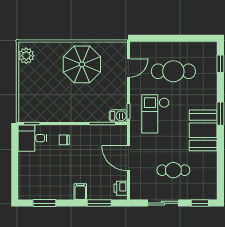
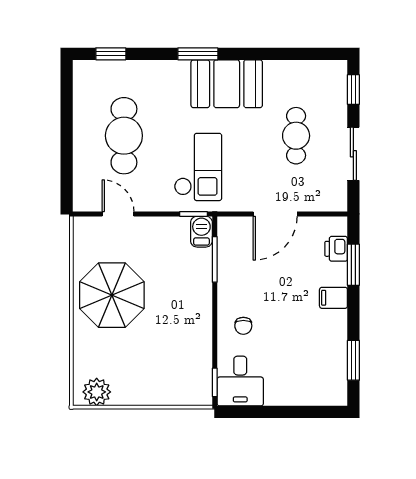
checkout: (155, 114) -> (198, 167), turned -90
printer: (121, 188) -> (336, 249), moved, turned 90

